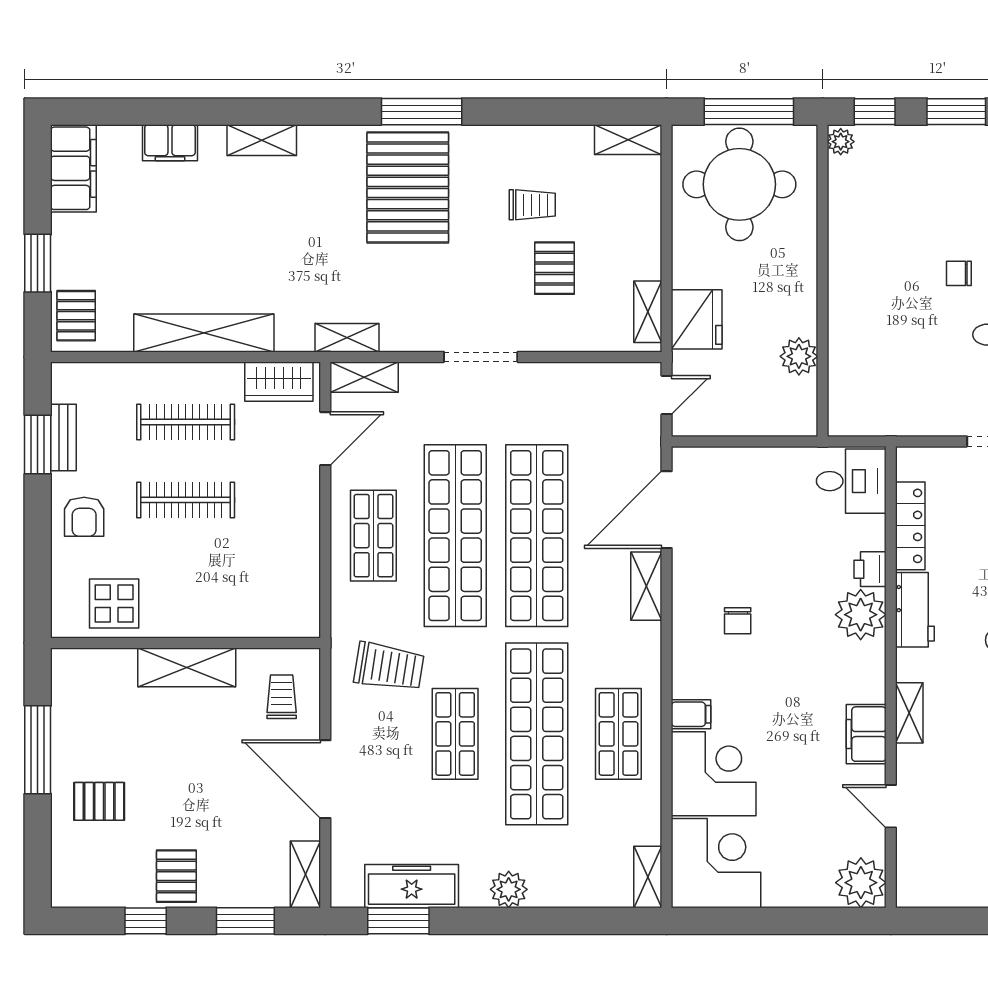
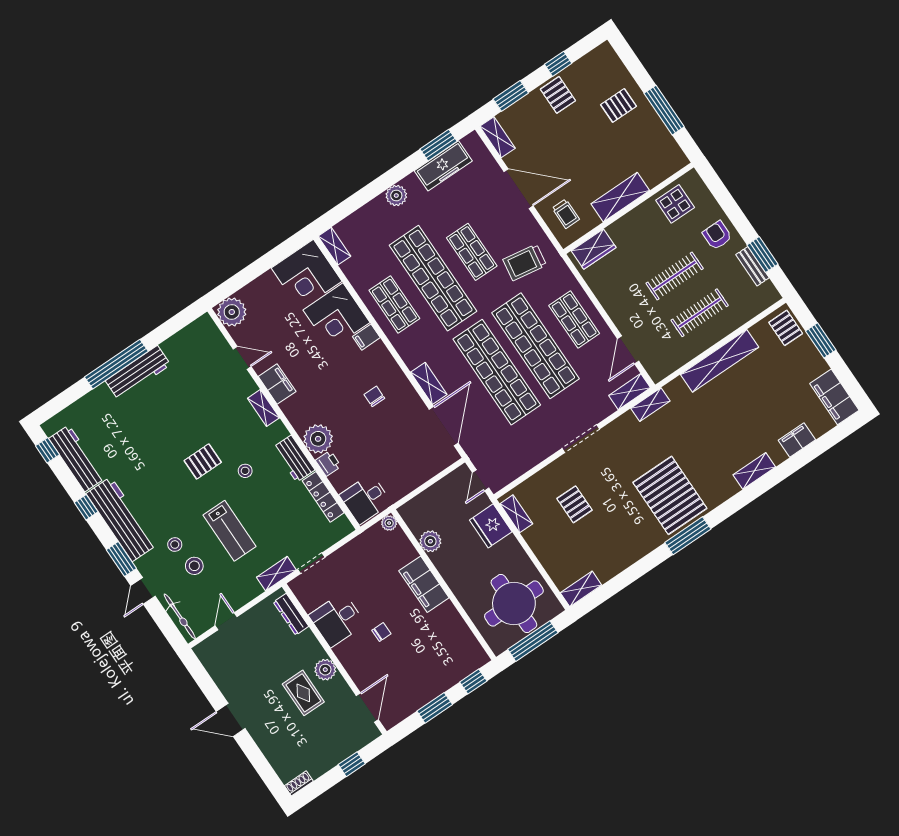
plant: (841, 142) -> (389, 523), moved
trolley: (532, 205) -> (605, 527), removed
filing cabinet: (850, 301) -> (424, 584), added
wardrobe: (279, 382) -> (594, 249), moved, turned 180

